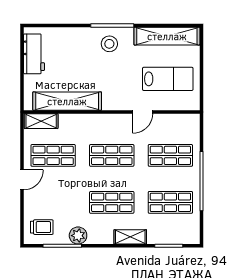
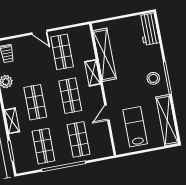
workbench: (34, 54) -> (149, 29), moved, turned 90
lab bench: (168, 79) -> (135, 127), turned 180
door: (143, 112) -> (107, 113), hinge flipped
shelving: (41, 121) -> (93, 73), moved

